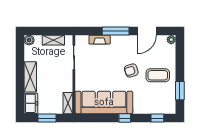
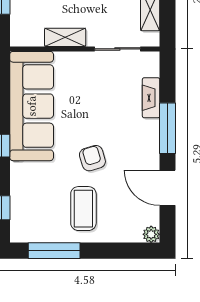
window: (180, 91) -> (54, 251), width x1.44
shelving: (68, 103) -> (65, 37), moved

